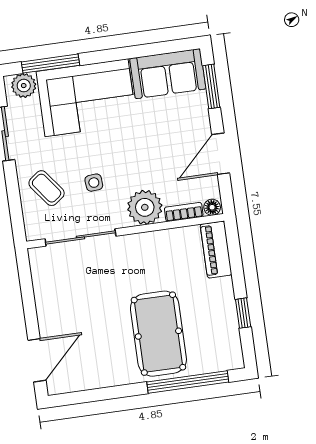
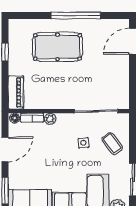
plant: (145, 207) -> (50, 119), width x0.53, depth x0.53
pool table: (158, 334) -> (57, 47), turned 90
window: (188, 382) -> (76, 15), moved

